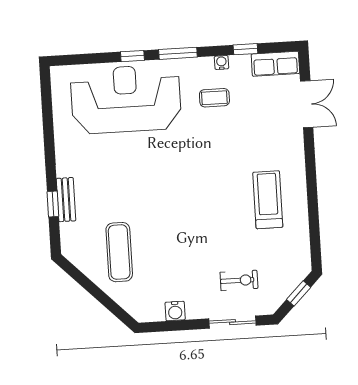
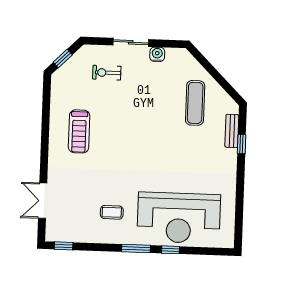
window: (245, 49) -> (64, 246), moved
water cooler: (221, 62) -> (104, 238), removed
row of seats: (275, 64) -> (63, 233), removed
bench: (66, 200) -> (232, 131), moved
sliding door: (233, 322) -> (131, 42), moved

